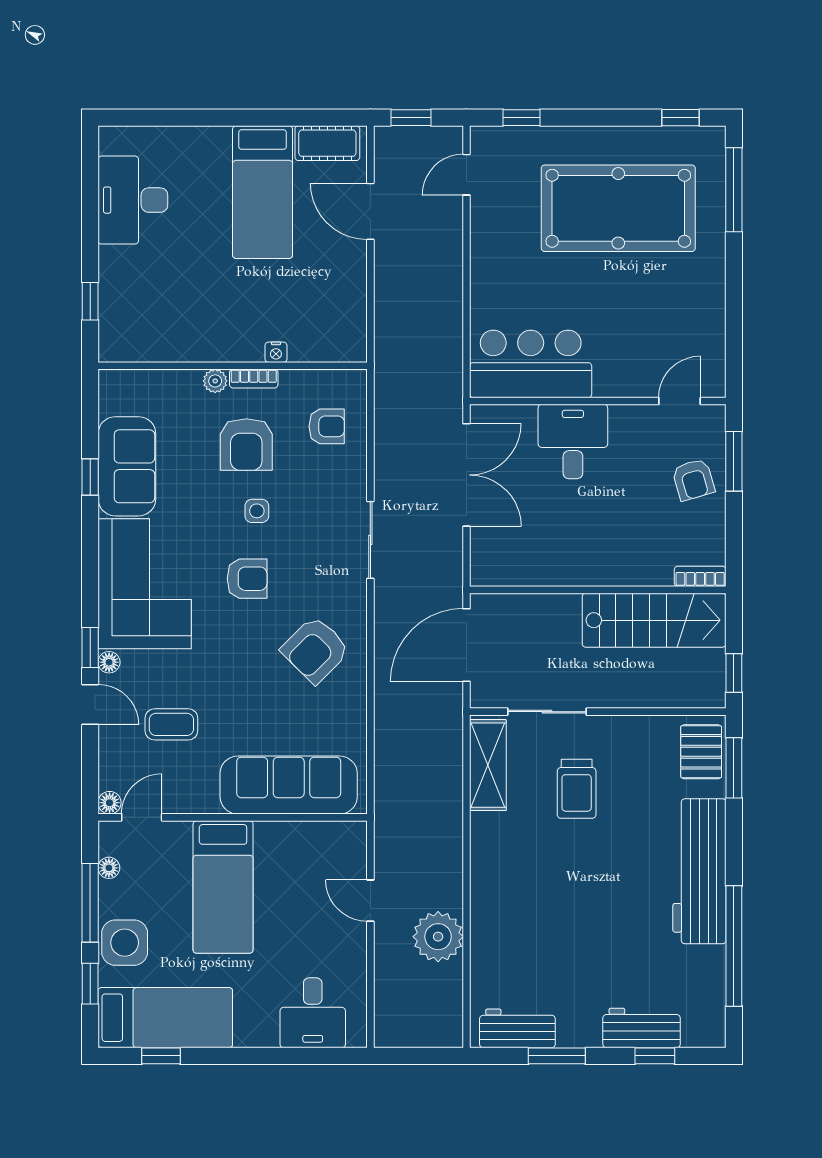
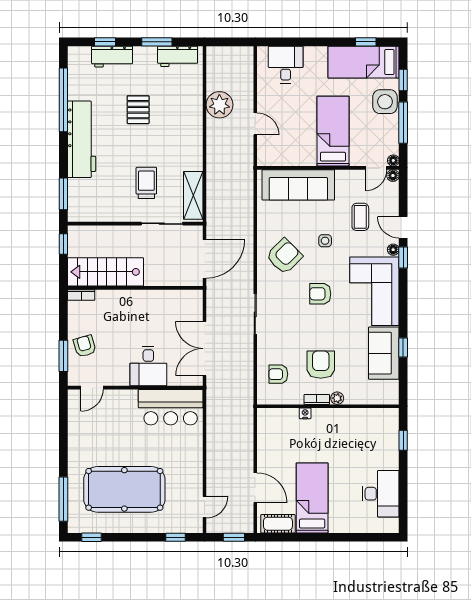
side table: (257, 511) -> (325, 241), moved
coffee table: (171, 724) -> (360, 217), turned 90
pallet: (701, 752) -> (138, 110), moved
floor lamp: (109, 868) -> (393, 160), moved

